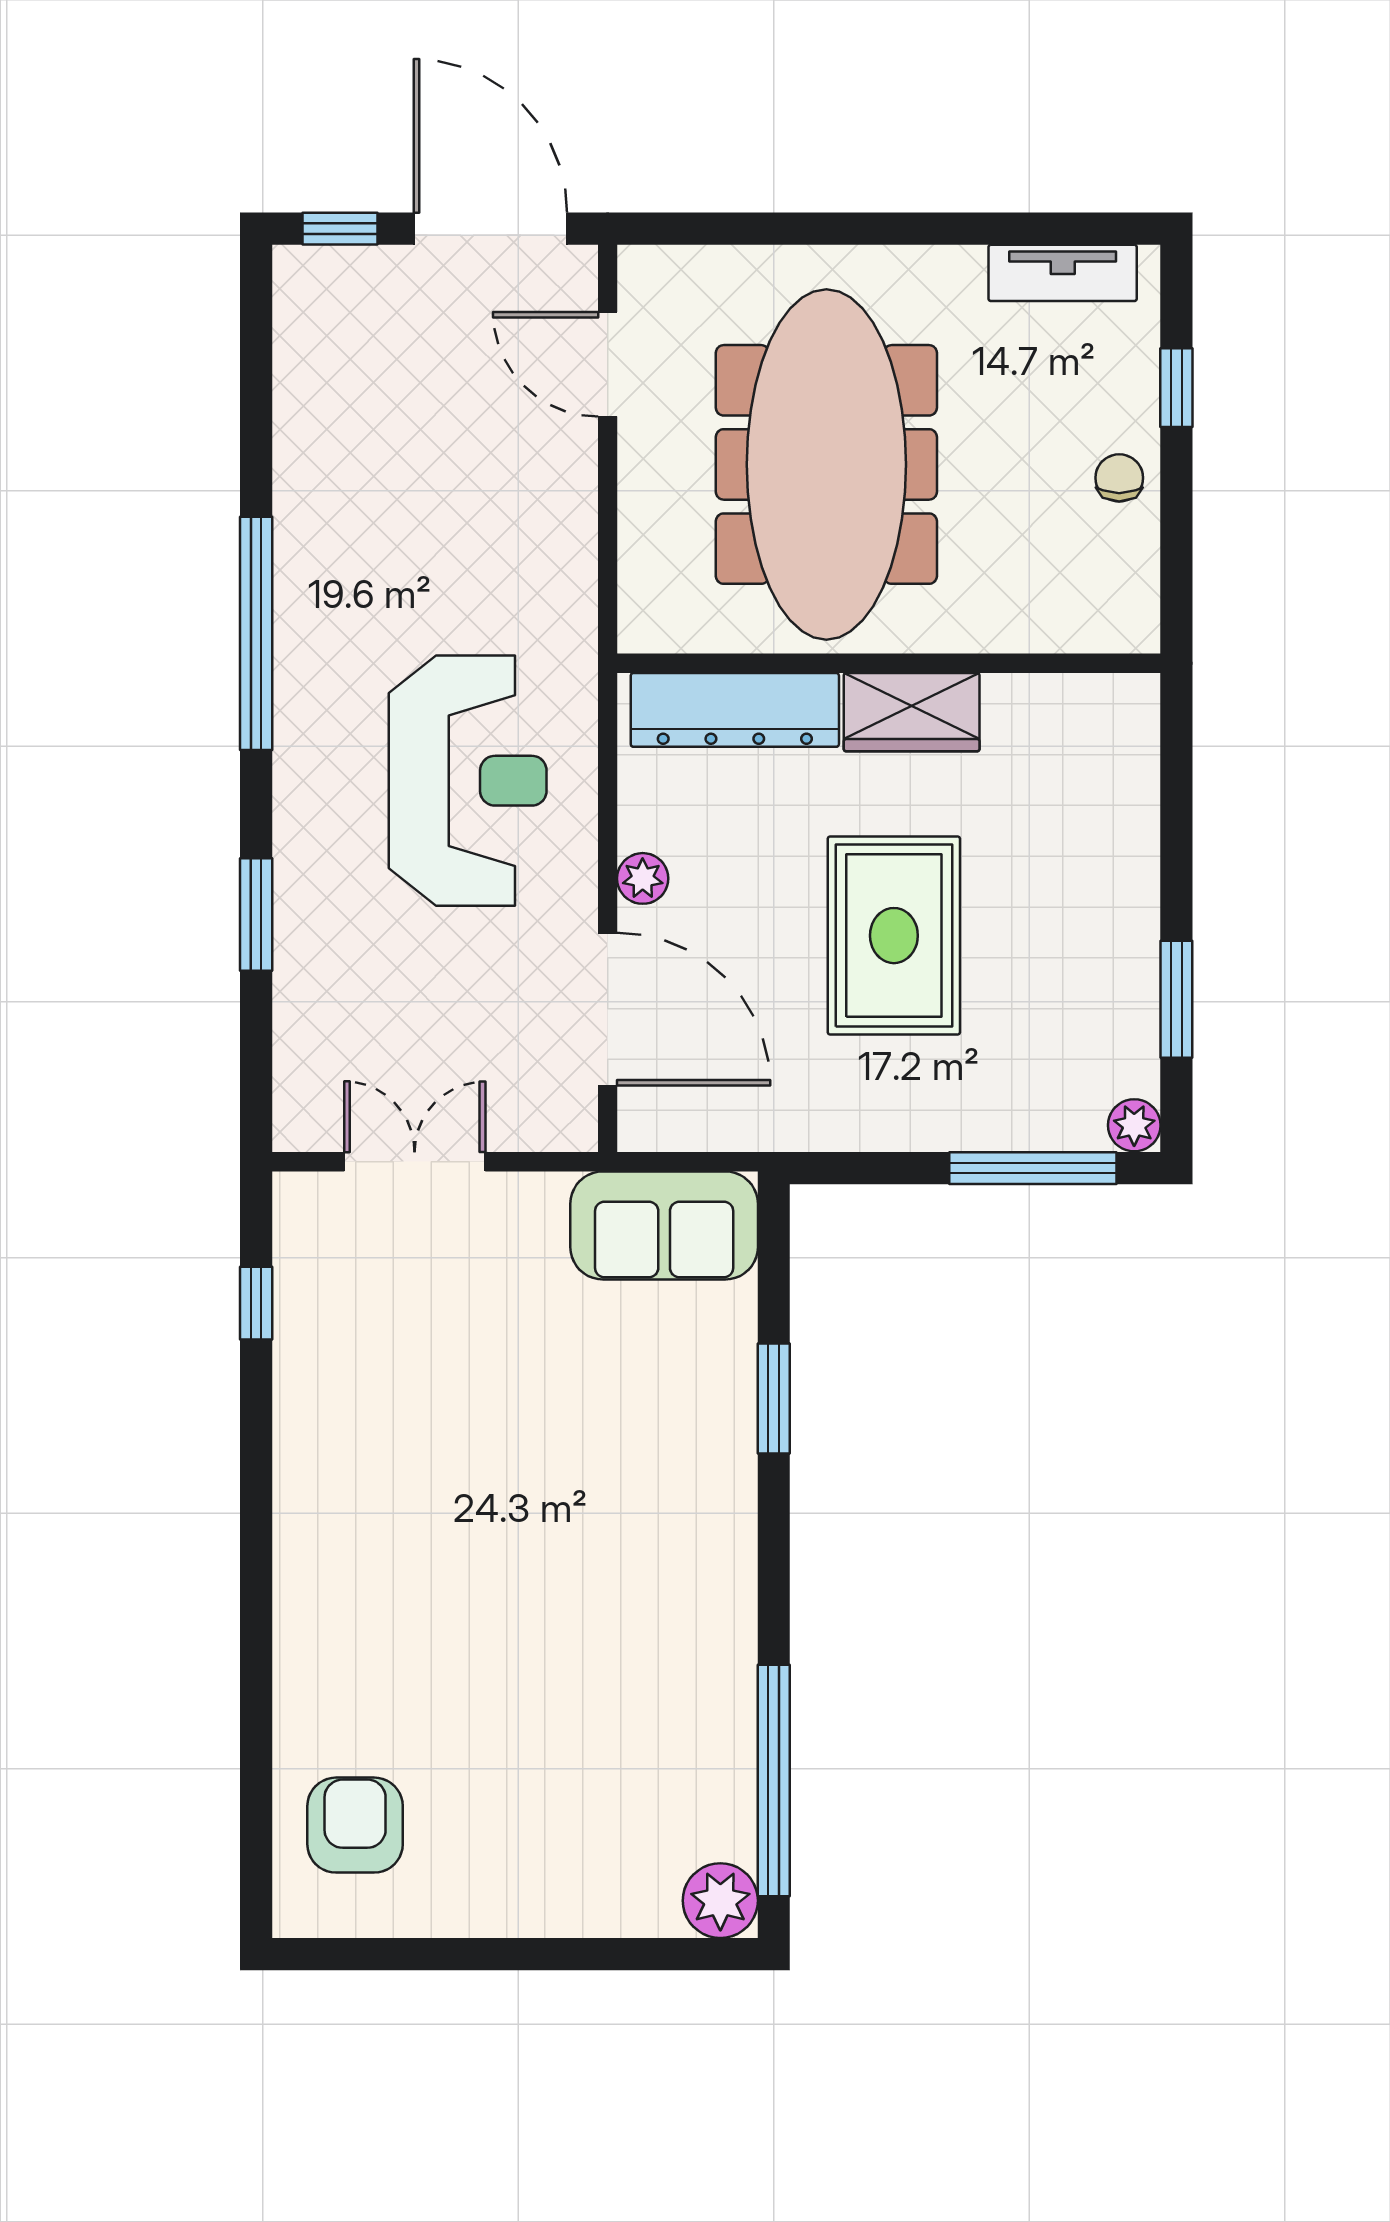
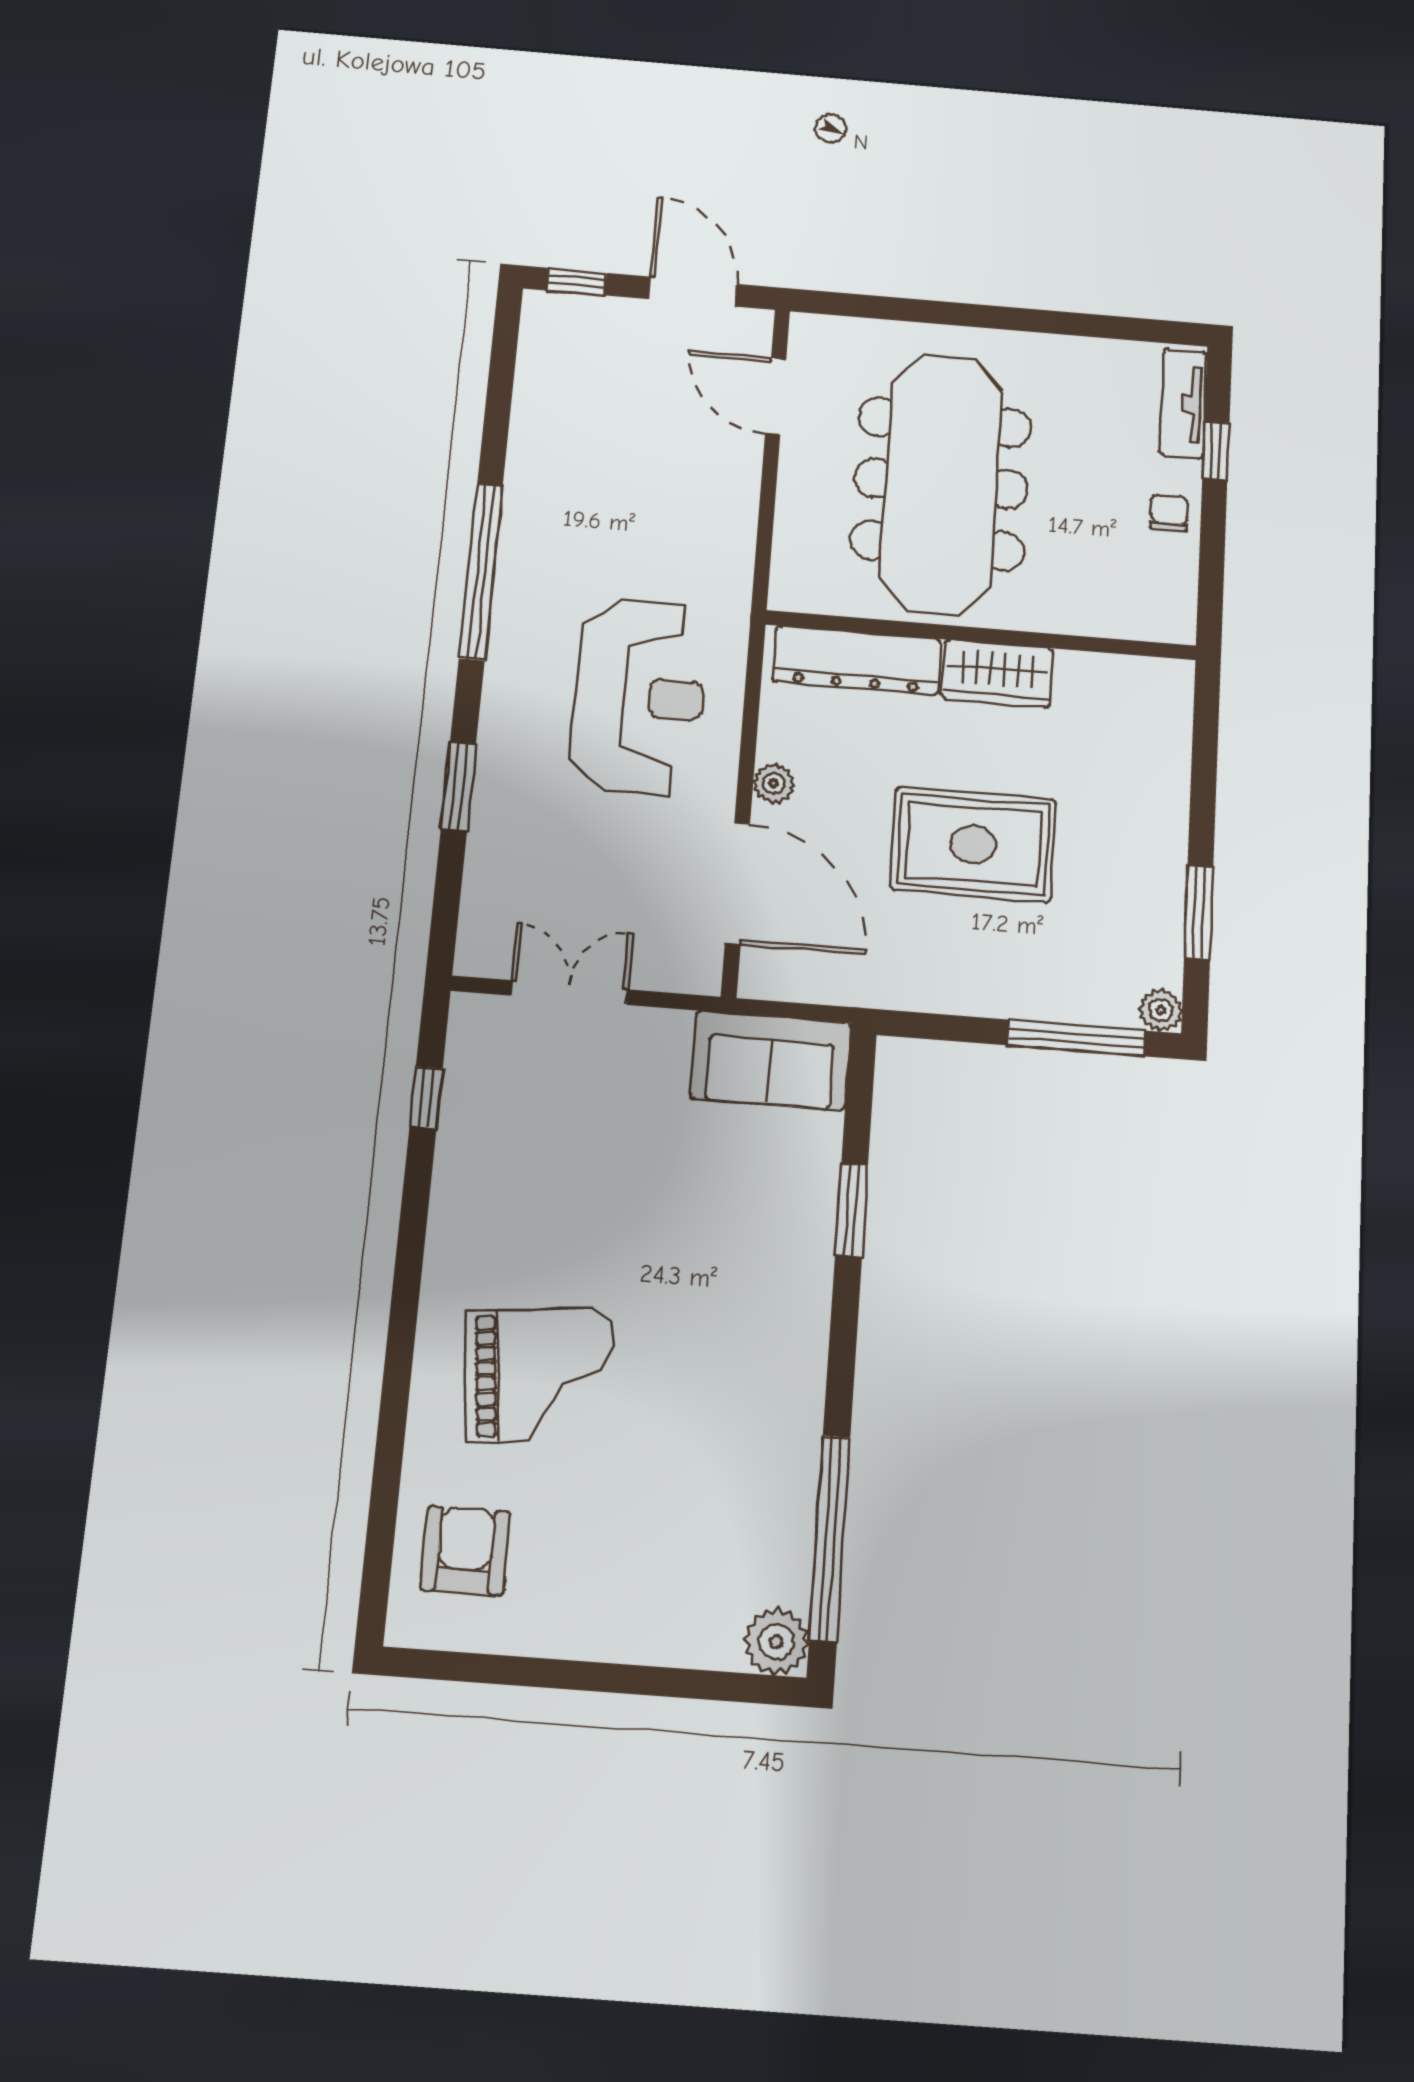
door: (490, 229) -> (693, 292), width x0.73
tv unit: (1063, 273) -> (1183, 404), moved, turned 90
rug: (894, 936) -> (973, 844), turned 90
grand piano: (422, 1619) -> (540, 1375), added

